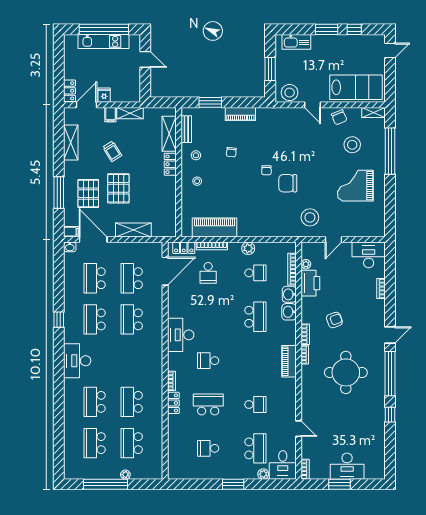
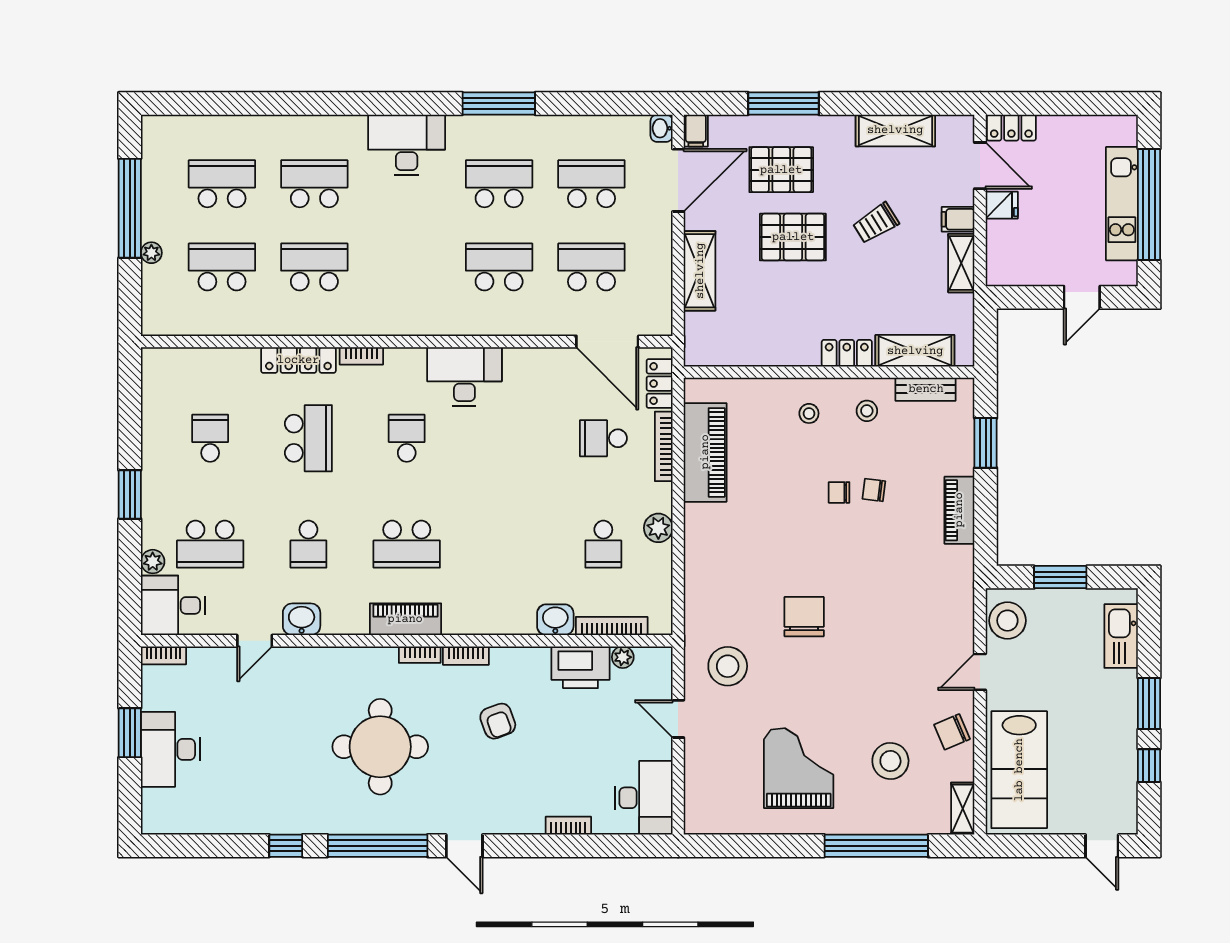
chair: (266, 170) -> (839, 492), moved
washbasin: (289, 312) -> (302, 619), moved
school desk: (255, 317) -> (407, 544), moved
window: (59, 320) -> (499, 103), width x2.17
locker: (173, 403) -> (298, 360), width x1.53

